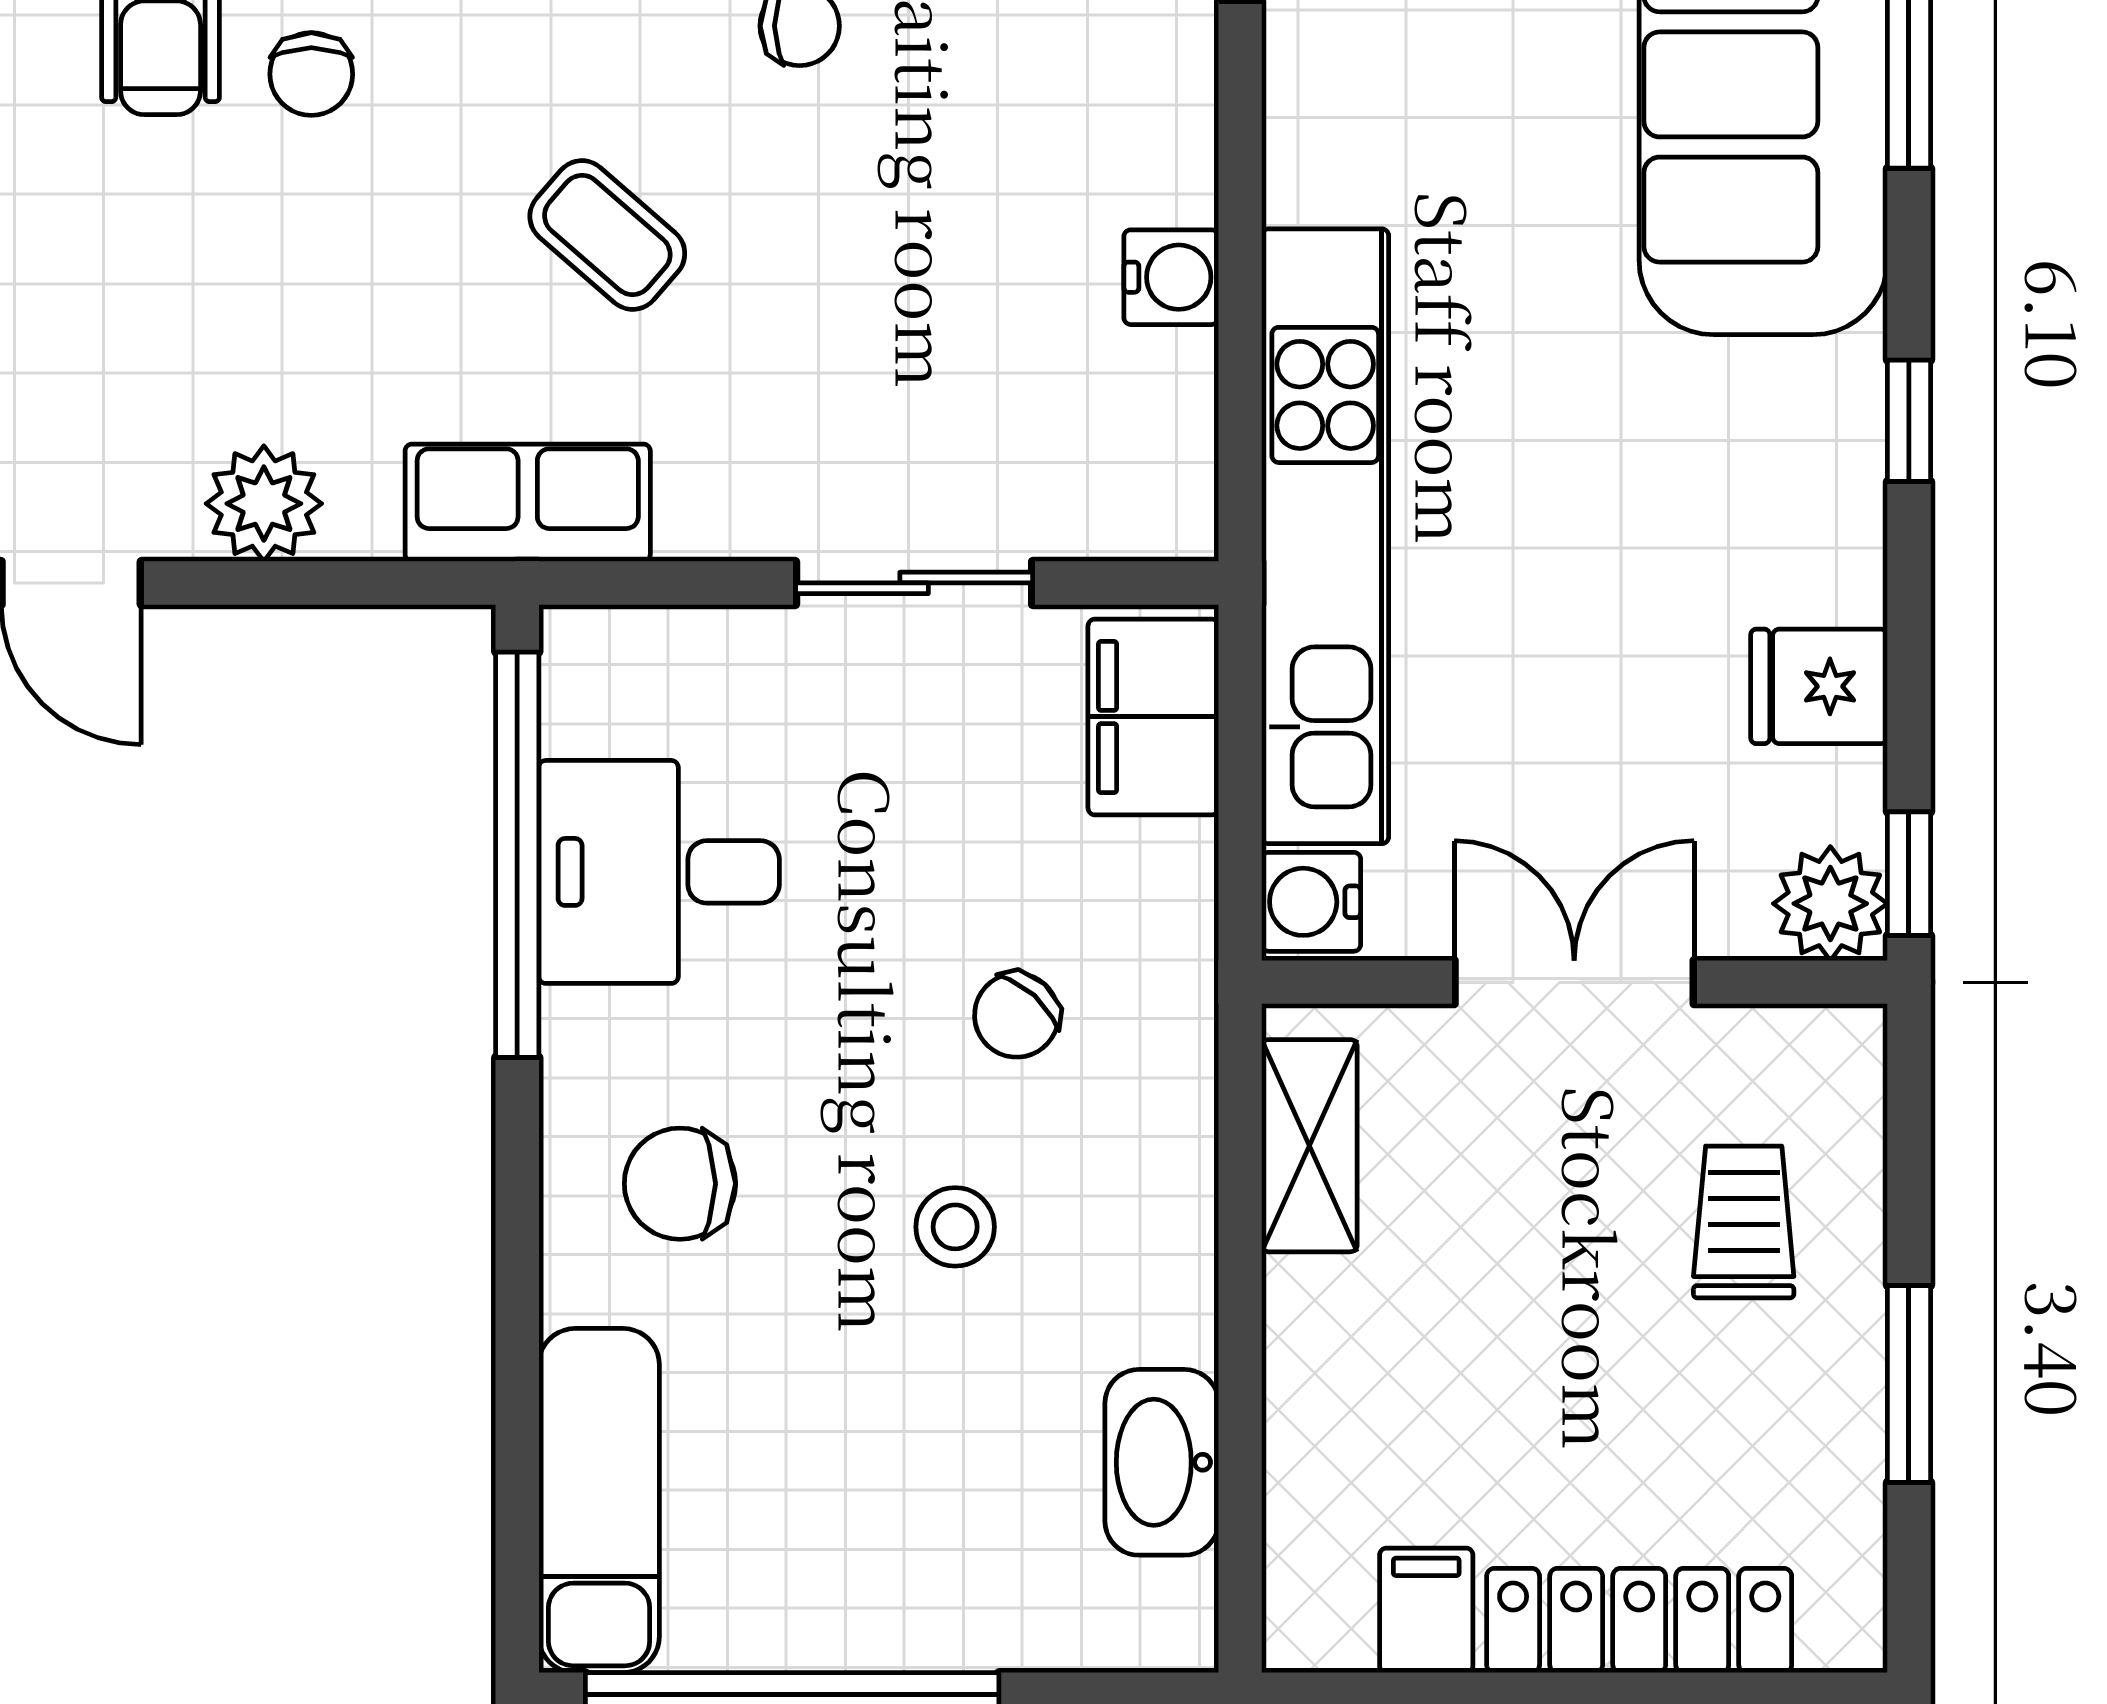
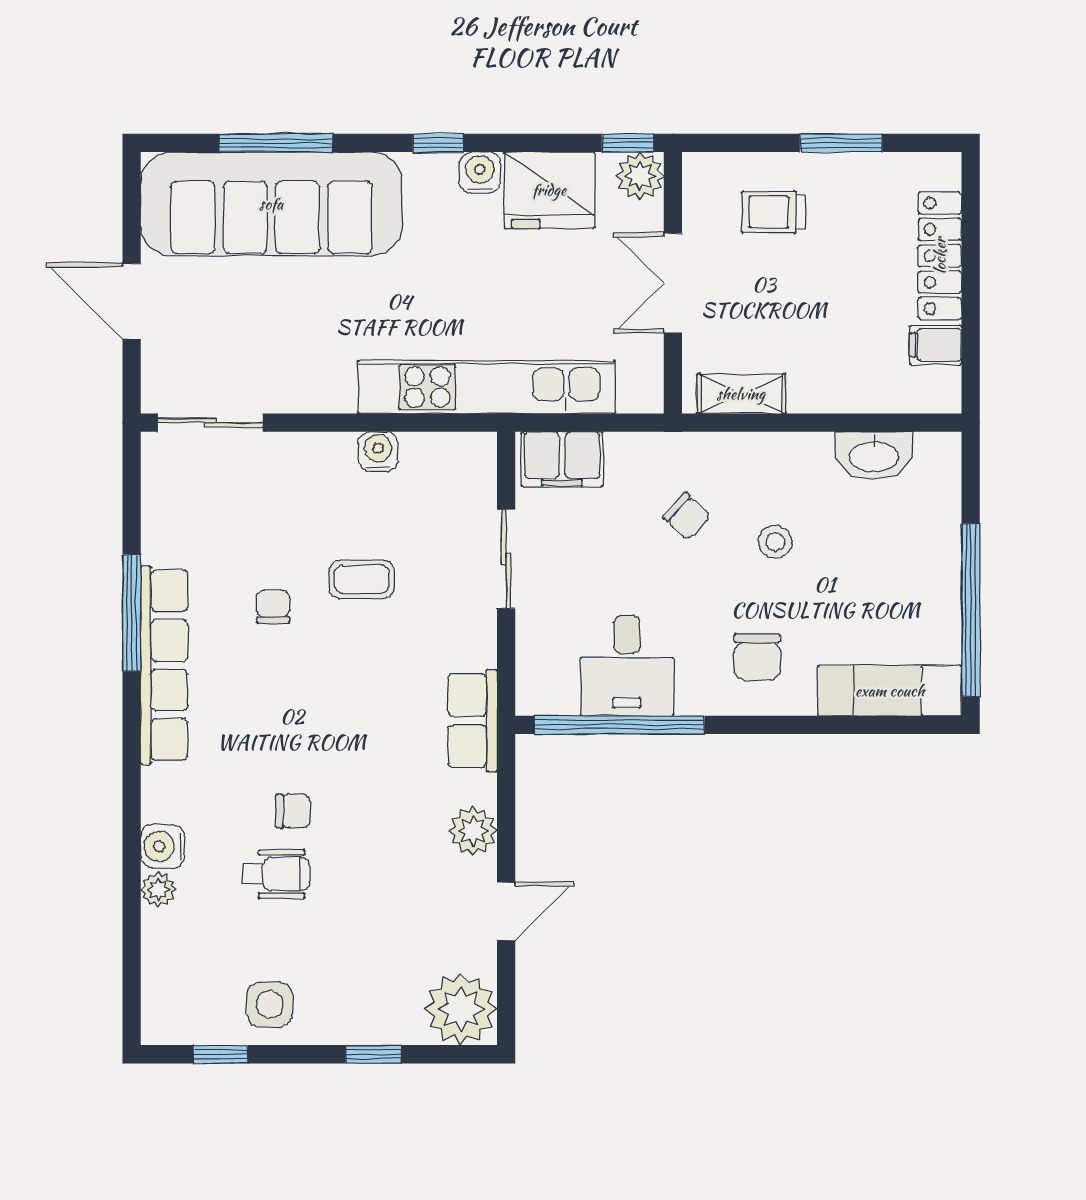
coffee table: (607, 235) -> (362, 579), moved, turned 49
fridge: (1819, 686) -> (549, 190), width x1.88, depth x1.34
water cooler: (1311, 902) -> (480, 173), moved, turned 180

